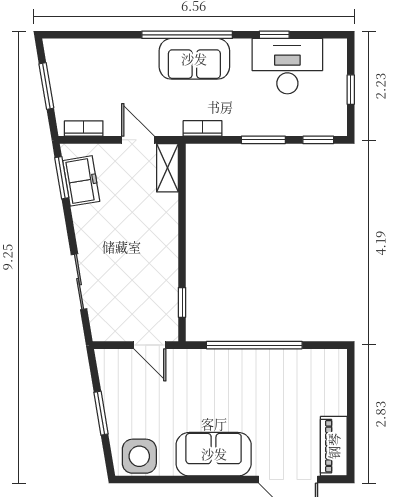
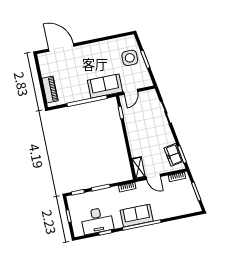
door: (150, 345) -> (131, 92), swing flipped
piano: (334, 446) -> (50, 90), moved
sofa: (214, 454) -> (105, 86), moved, turned 180
side table: (139, 456) -> (130, 58), moved

